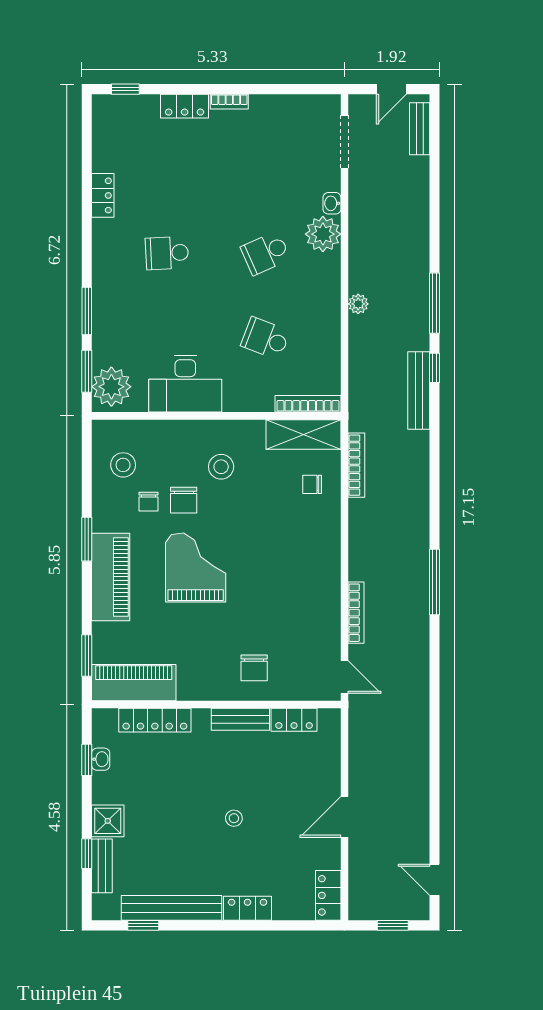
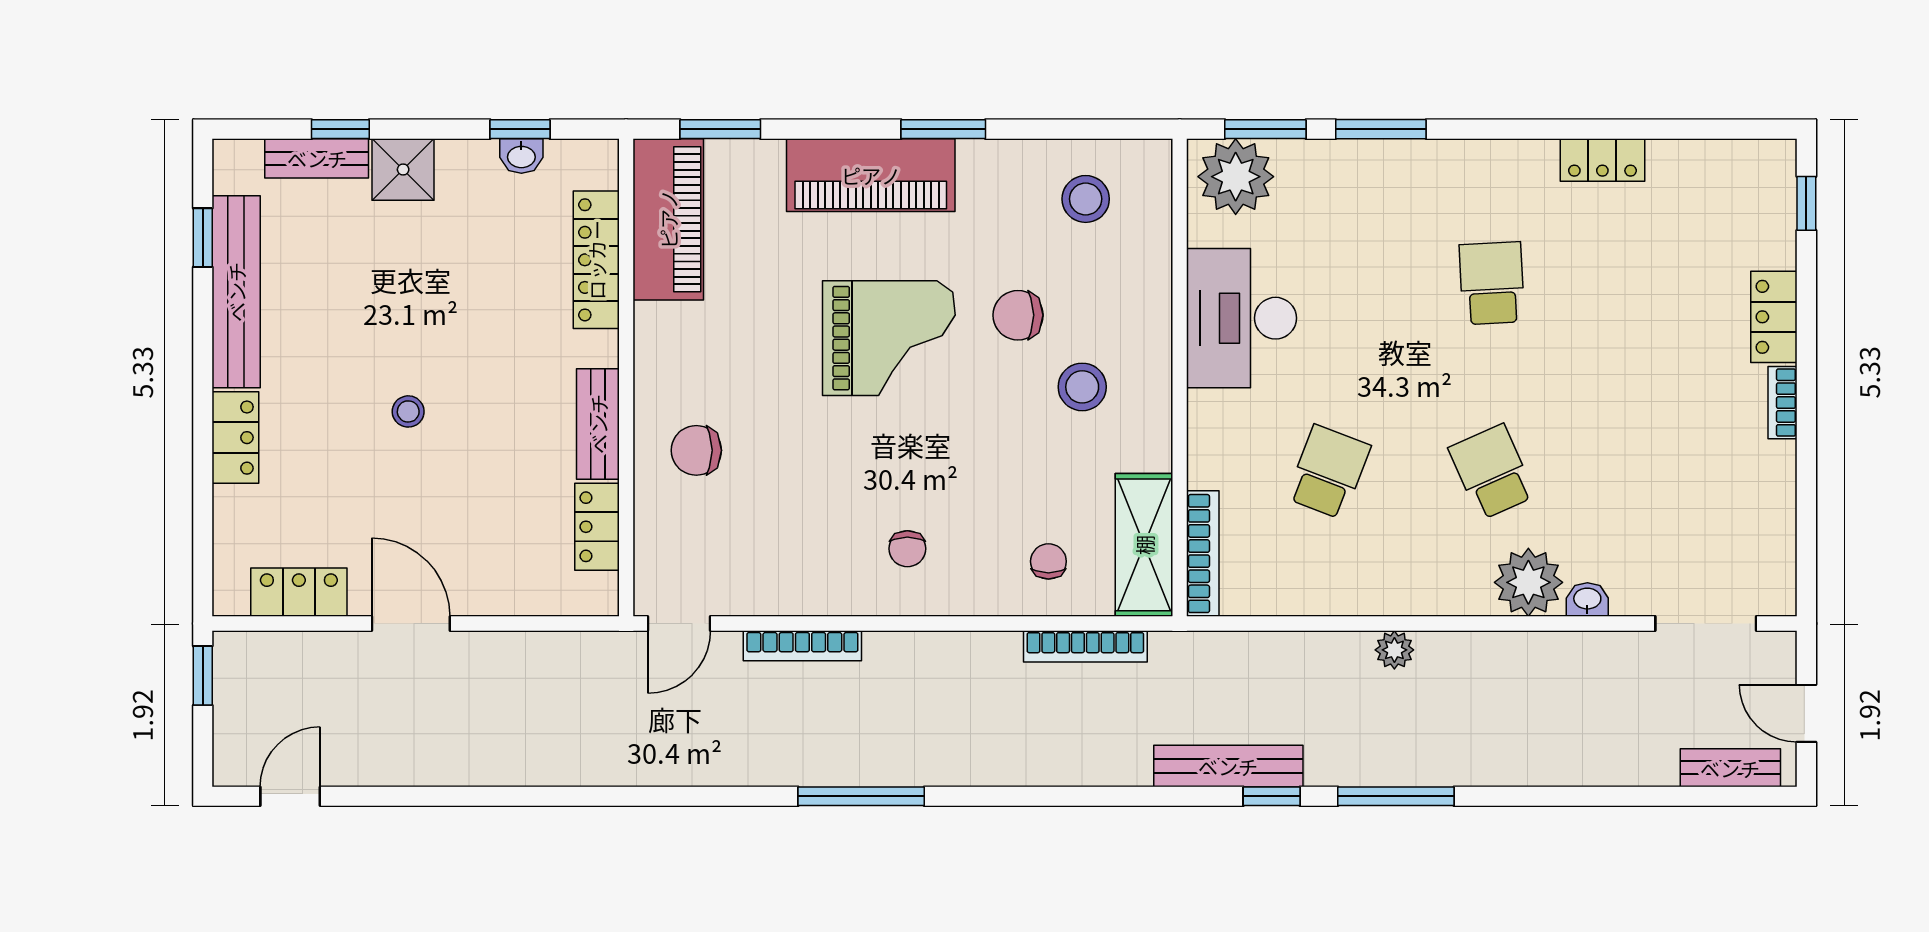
chair: (148, 502) -> (907, 549), moved, turned -90
locker: (328, 895) -> (299, 592), moved
window: (393, 925) -> (203, 676), moved

